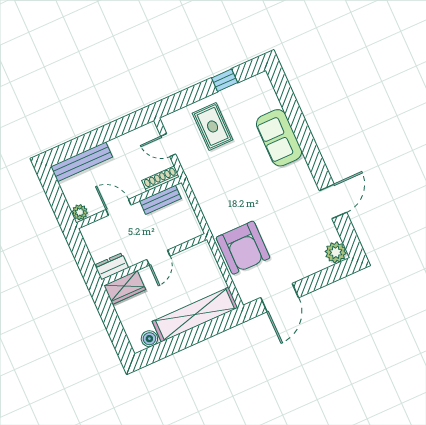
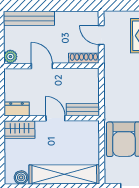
bench: (161, 200) -> (83, 109), moved
door: (158, 258) -> (55, 118), swing flipped

